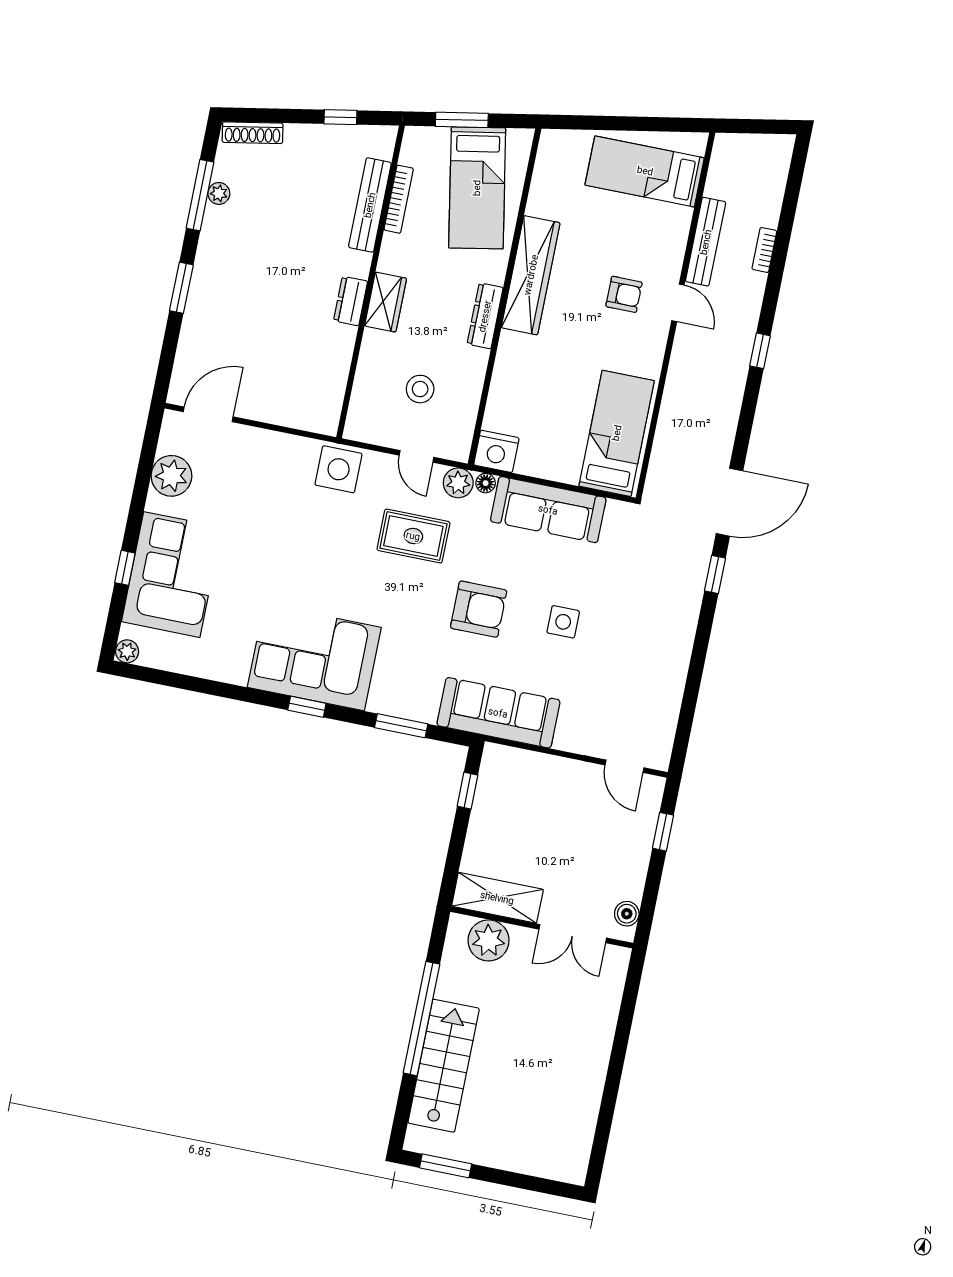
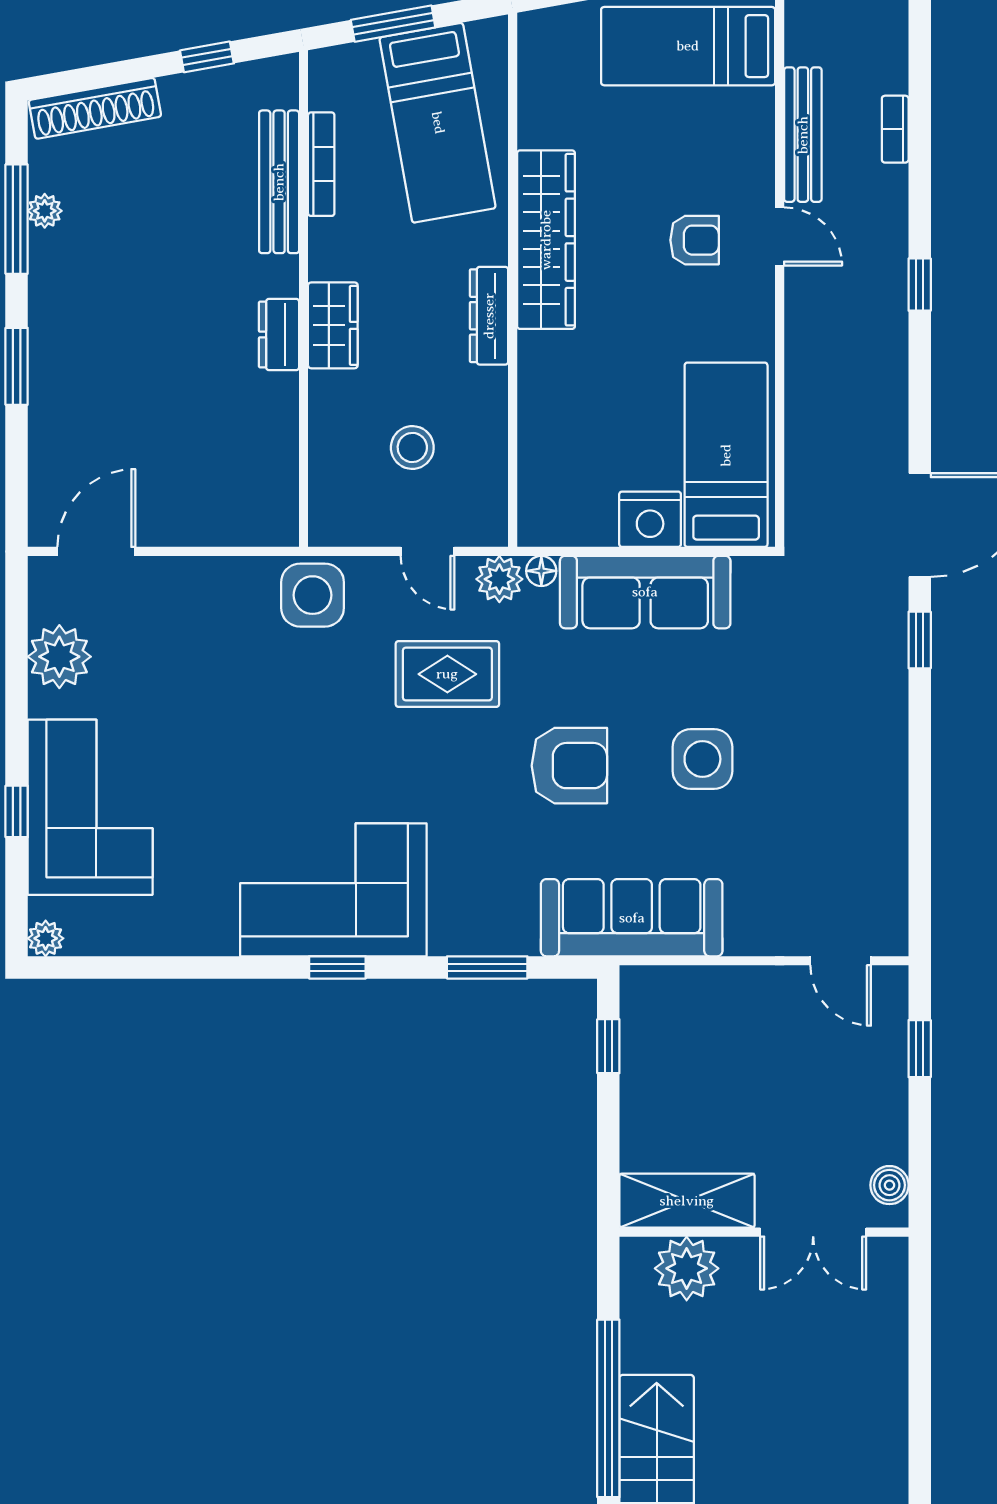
shoe rack: (253, 133) -> (95, 108), width x1.36, depth x1.24
nightstand: (496, 451) -> (650, 519), moved
side table: (563, 622) -> (702, 759), width x1.37, depth x1.37

